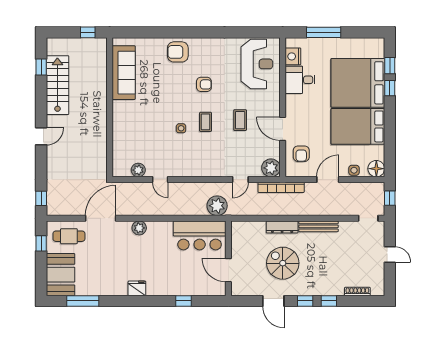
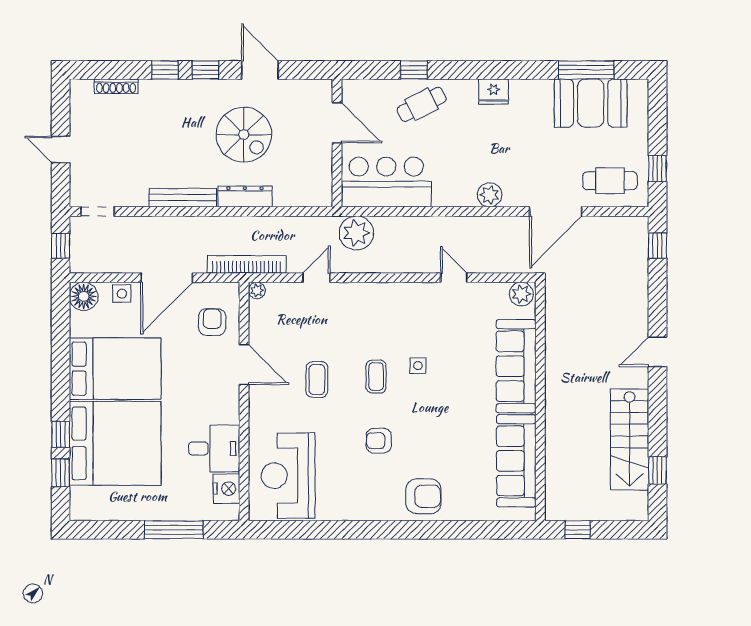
sofa: (124, 128) -> (516, 366), added
plant: (271, 168) -> (257, 290), width x0.53, depth x0.53
plant: (138, 170) -> (521, 294), moved
door: (328, 180) -> (167, 278), width x1.36
booth: (61, 275) -> (591, 103), moved, turned 90
cafe table: (179, 281) -> (422, 104), added

